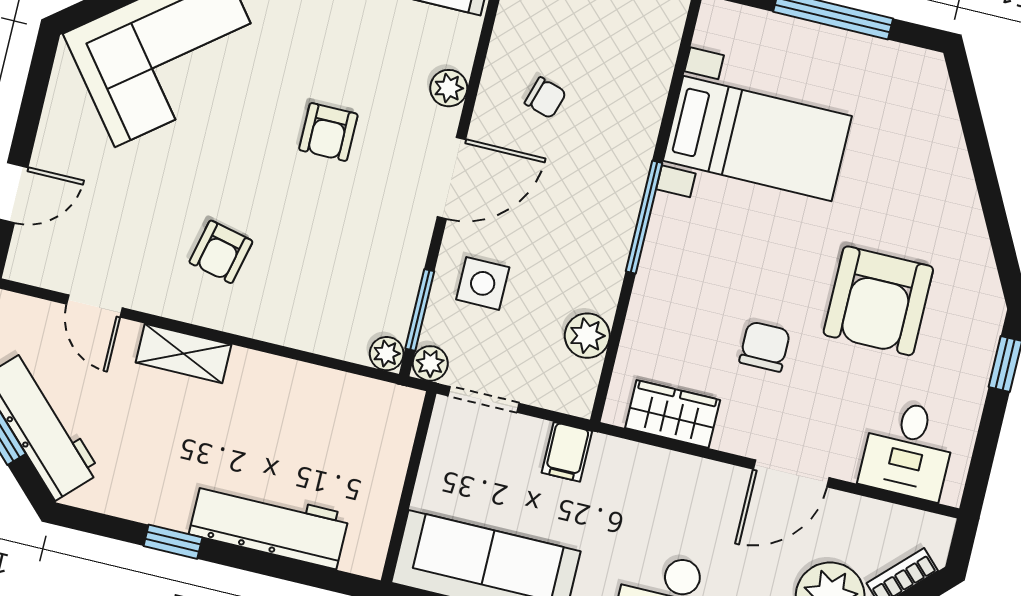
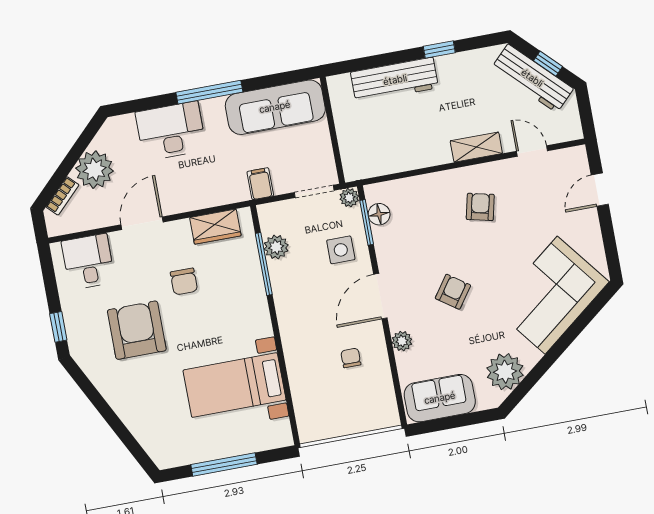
chair: (545, 98) -> (351, 358), turned 73
armchair: (328, 132) -> (453, 292), turned 35
window: (644, 217) -> (264, 264), moved
floor lamp: (393, 314) -> (379, 214), added
plant: (387, 354) -> (374, 193), removed

